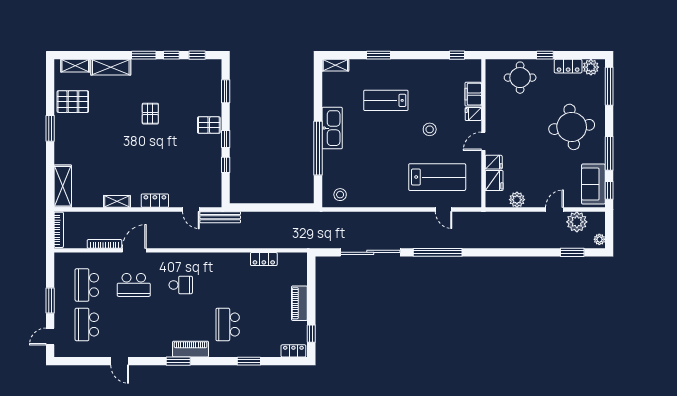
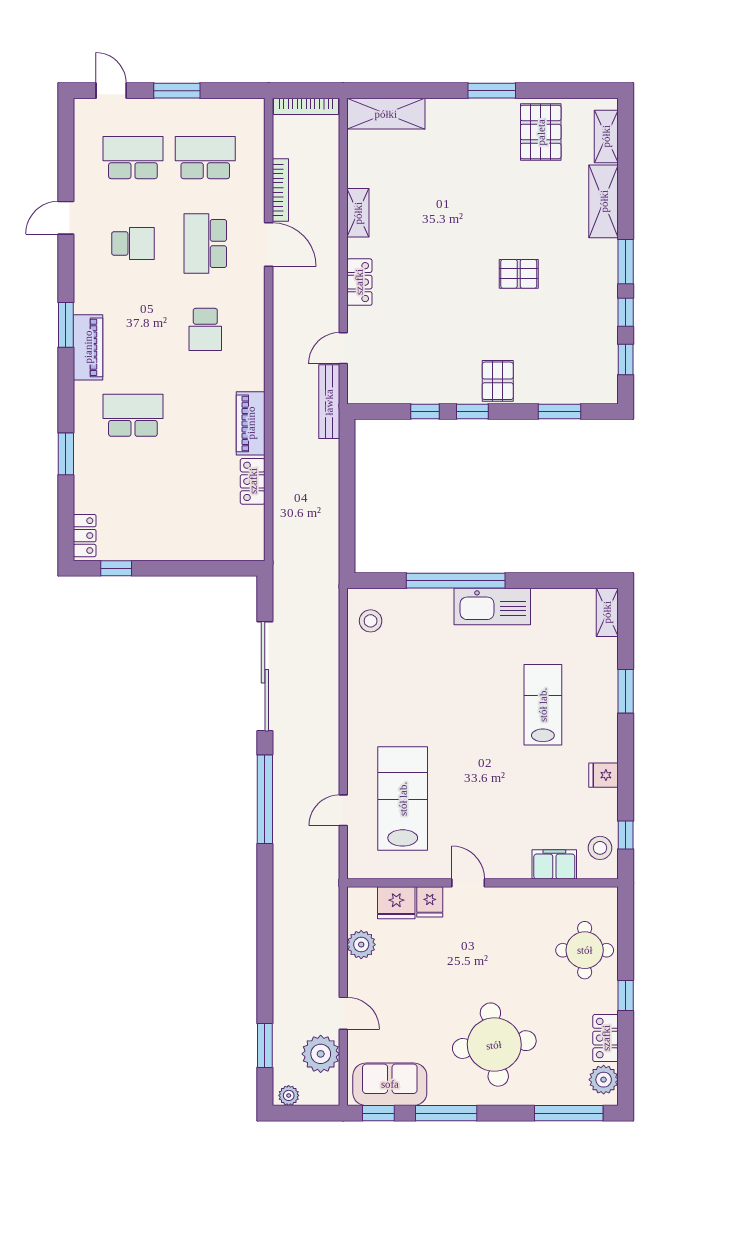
fridge: (473, 114) -> (604, 775), moved, turned -90
stool: (430, 129) -> (600, 848), moved
lab bench: (437, 177) -> (403, 799), turned 180
piano: (299, 303) -> (251, 423), moved, turned -90
school desk: (134, 324) -> (133, 243), added

